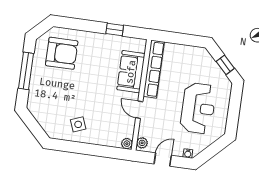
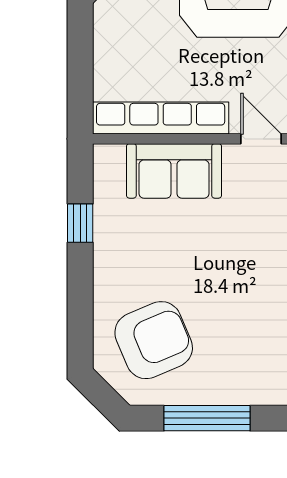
armchair: (62, 53) -> (154, 340), turned 67
door: (139, 110) -> (261, 139), swing flipped

